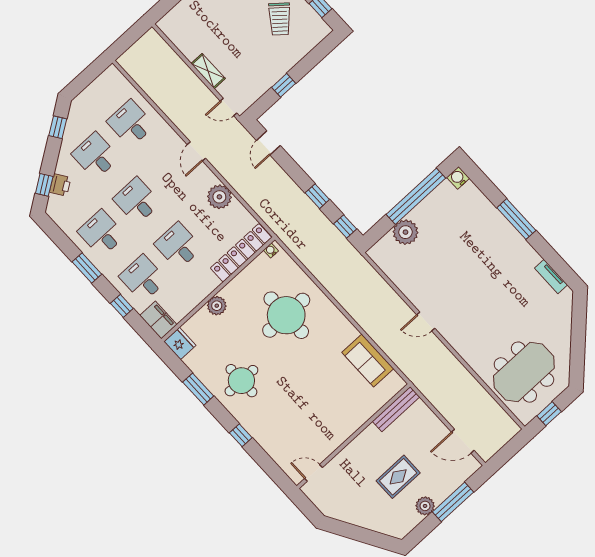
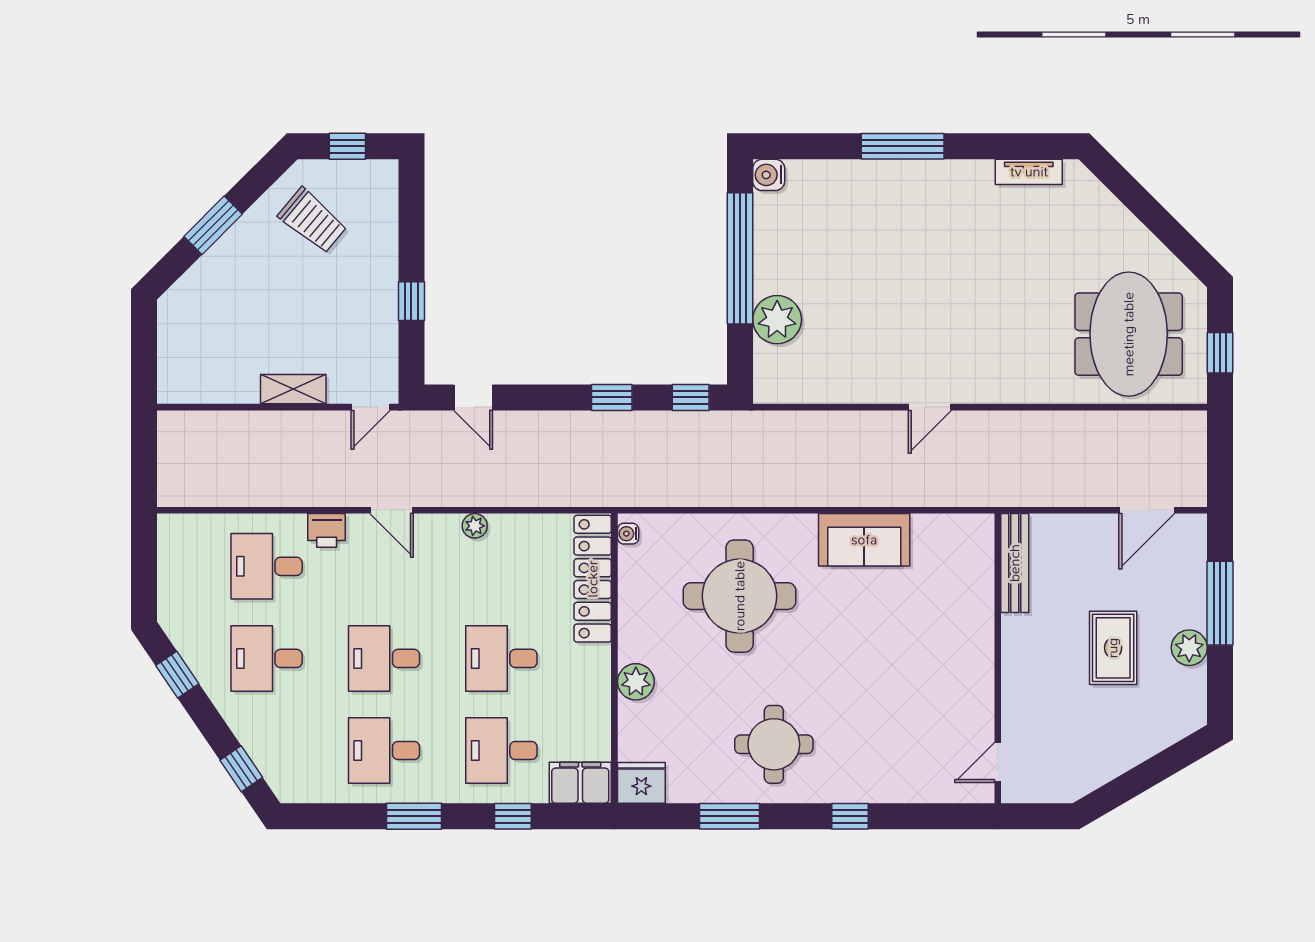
printer: (60, 185) -> (327, 530), moved, turned 124
plant: (219, 197) -> (475, 526), width x0.53, depth x0.53
sofa: (368, 361) -> (864, 540), moved

